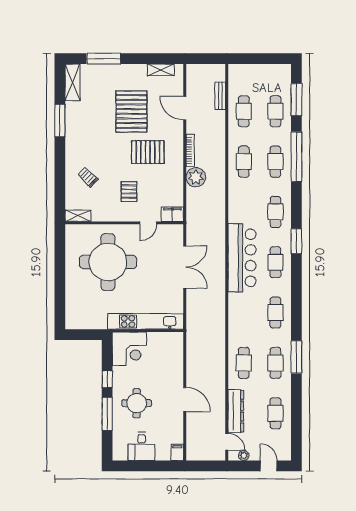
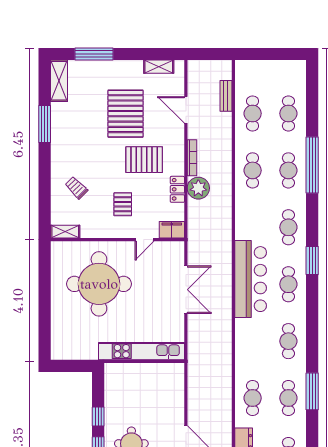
window: (296, 100) -> (312, 100), removed
locker: (177, 178) -> (177, 189), added
corner desk: (129, 349) -> (123, 382), removed

